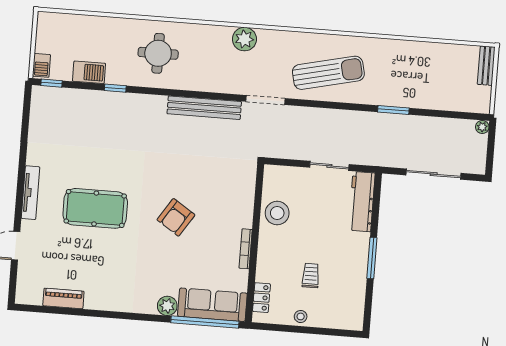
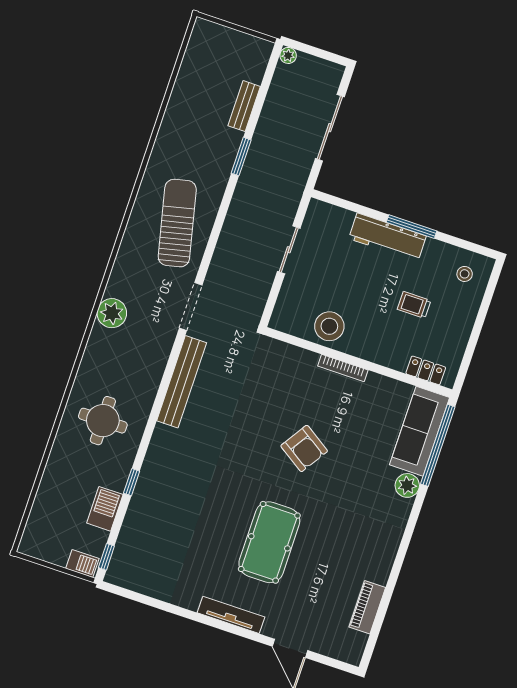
bench: (486, 66) -> (244, 106), moved, turned 90
workbench: (362, 202) -> (387, 237), moved
bookcase: (246, 249) -> (343, 368), moved
stool: (301, 316) -> (465, 274), moved

